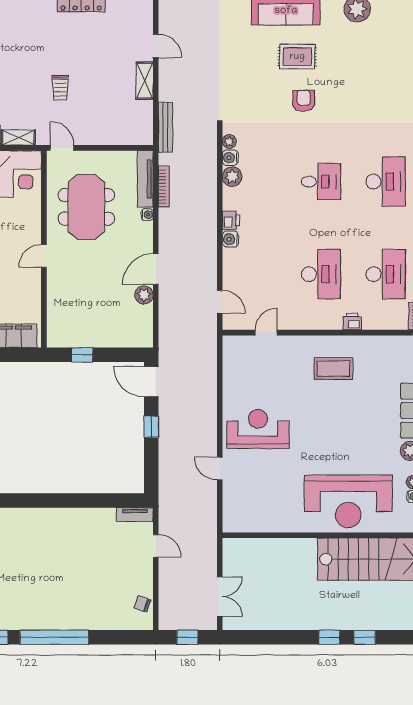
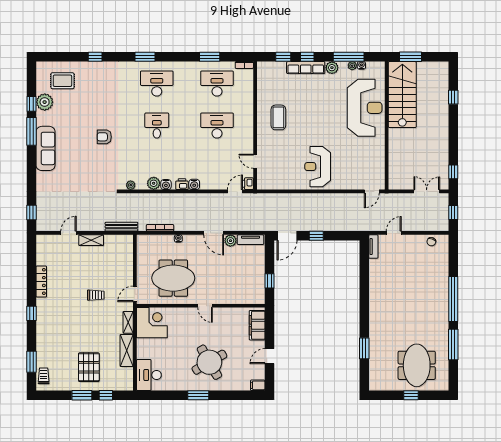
rug: (297, 57) -> (62, 81), moved, turned 90
water cooler: (230, 158) -> (166, 185), moved
tv unit: (145, 179) -> (250, 240), moved, width x0.71
printer: (352, 322) -> (248, 184), moved
door: (220, 469) -> (372, 191), moved
window: (329, 637) -> (453, 172), moved

